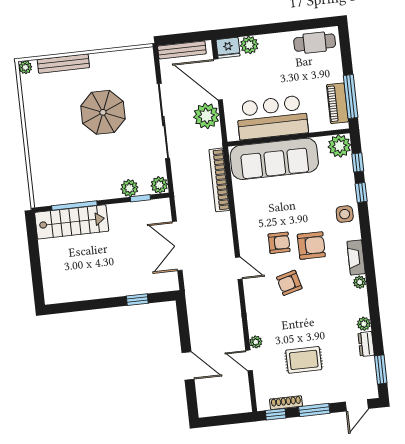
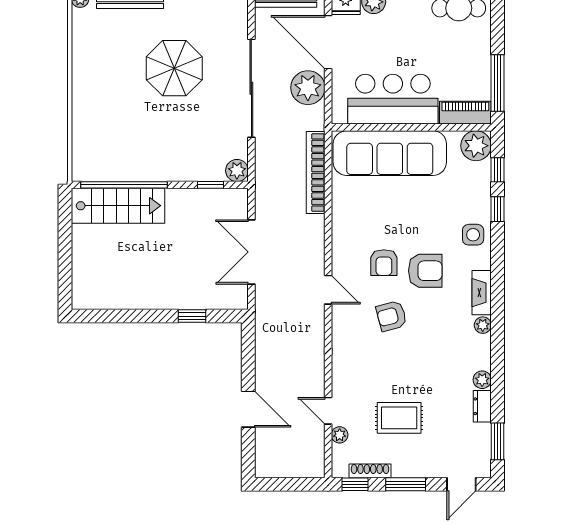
piano: (337, 103) -> (465, 113), moved, turned 90
plant: (129, 188) -> (198, 170), removed
window: (74, 206) -> (124, 185), width x1.46
armchair: (279, 243) -> (384, 263), turned 90
plant: (256, 342) -> (340, 435), moved

